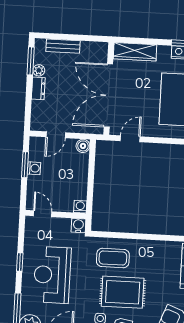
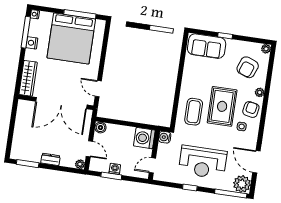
bench: (63, 46) -> (18, 136), removed
plant: (39, 70) -> (80, 164), moved
washing machine: (80, 207) -> (144, 138), width x1.89, depth x1.89

